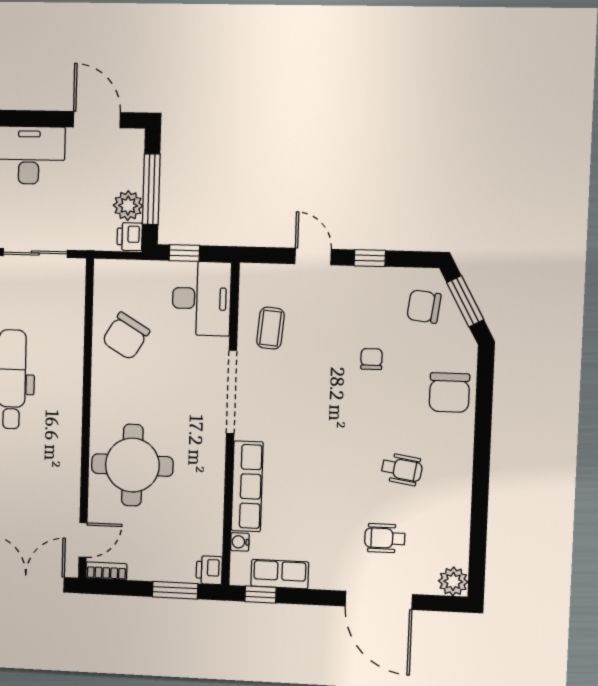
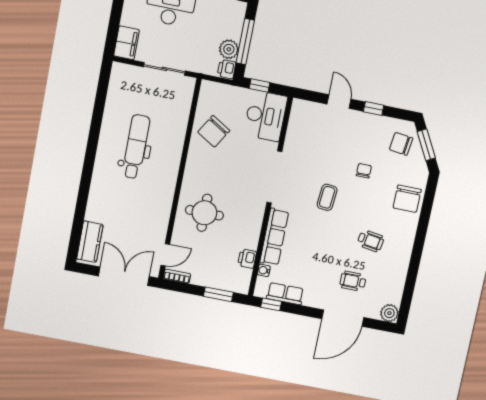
coffee table: (271, 328) -> (327, 197), moved
round table: (132, 465) -> (204, 213), width x0.73, depth x0.73
printer: (209, 570) -> (247, 259), moved
door: (379, 600) -> (343, 318), hinge flipped

